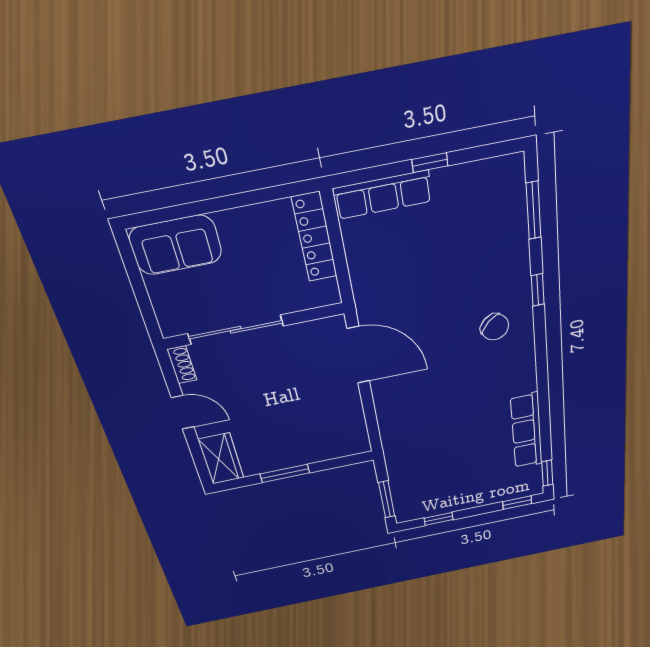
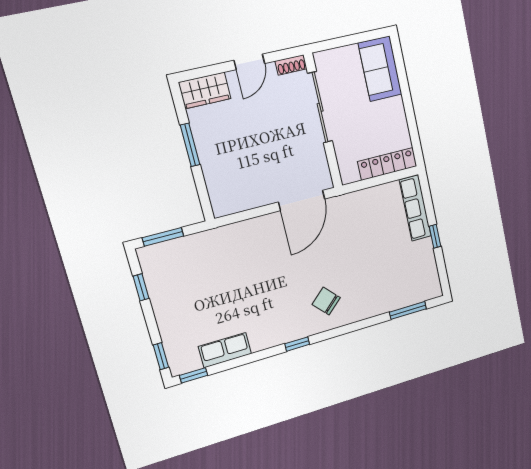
window: (538, 290) -> (297, 344), moved
chair: (495, 327) -> (326, 301), turned 90
row of seats: (527, 431) -> (225, 350), width x0.68

